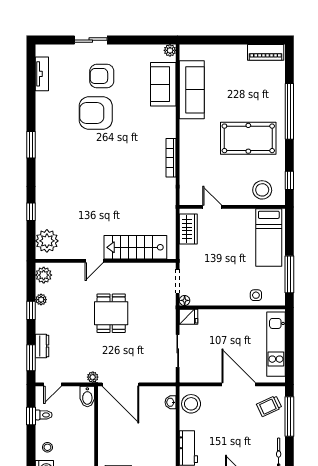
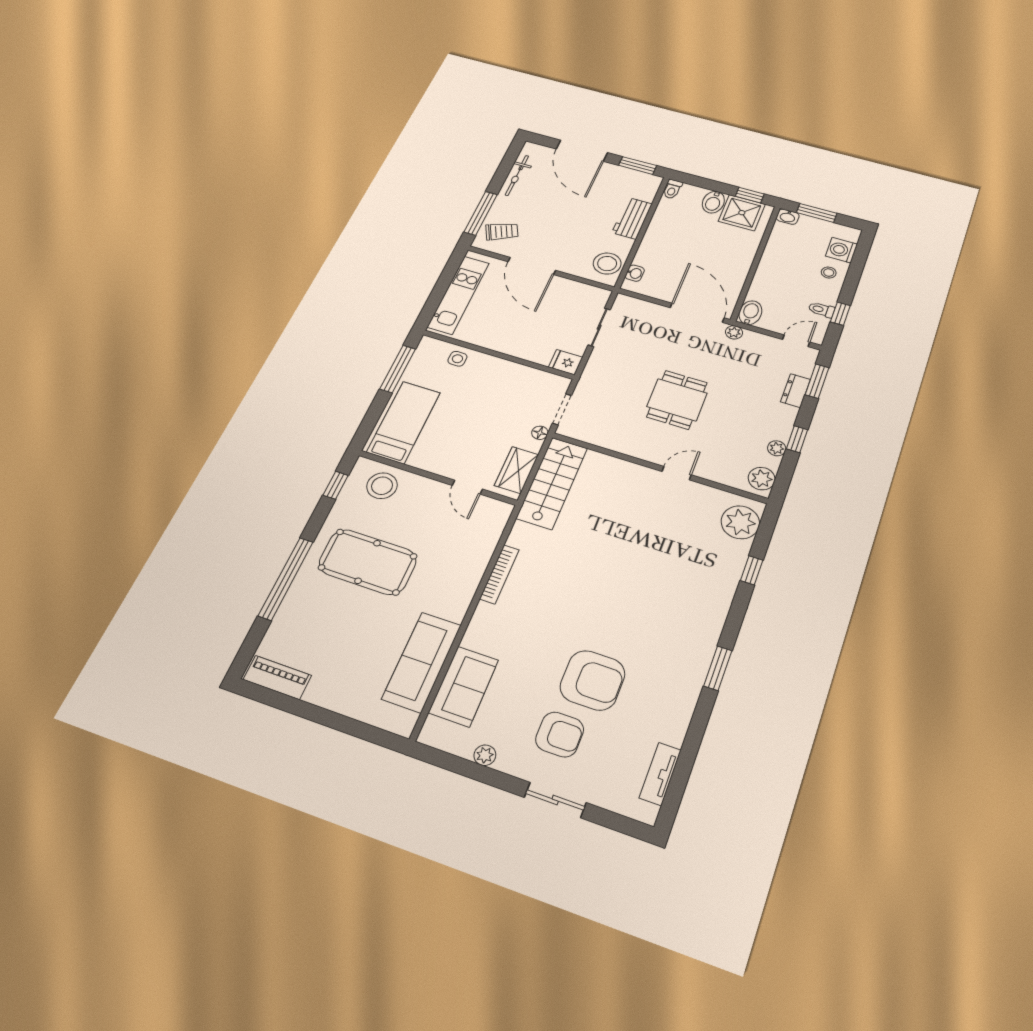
plant: (170, 50) -> (485, 755), moved
stairs: (135, 247) -> (552, 483), moved, turned -90
floor lamp: (185, 300) -> (540, 433), moved

